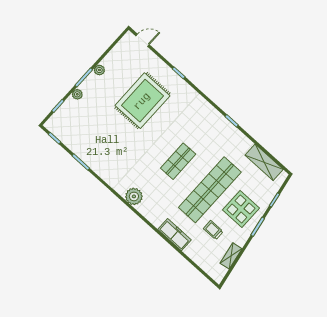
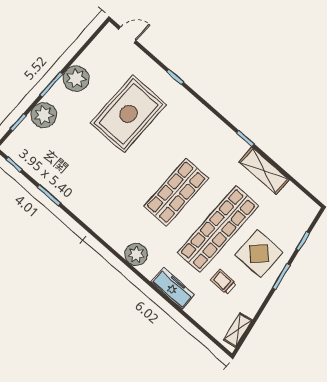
plant: (99, 70) -> (76, 79), width x1.87, depth x1.87
plant: (77, 94) -> (44, 115), width x1.88, depth x1.88
shop shelf: (178, 161) -> (176, 192), width x1.43, depth x1.36
shelving: (264, 162) -> (264, 171), moved
plant: (134, 196) -> (136, 254), moved
shelving: (231, 256) -> (238, 330), moved

